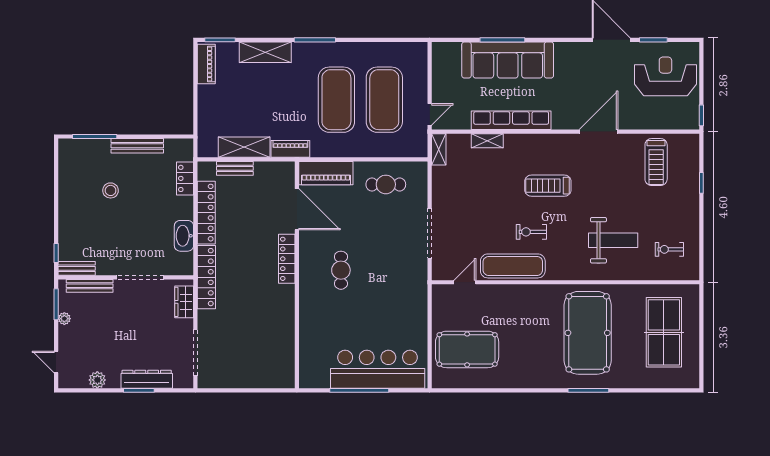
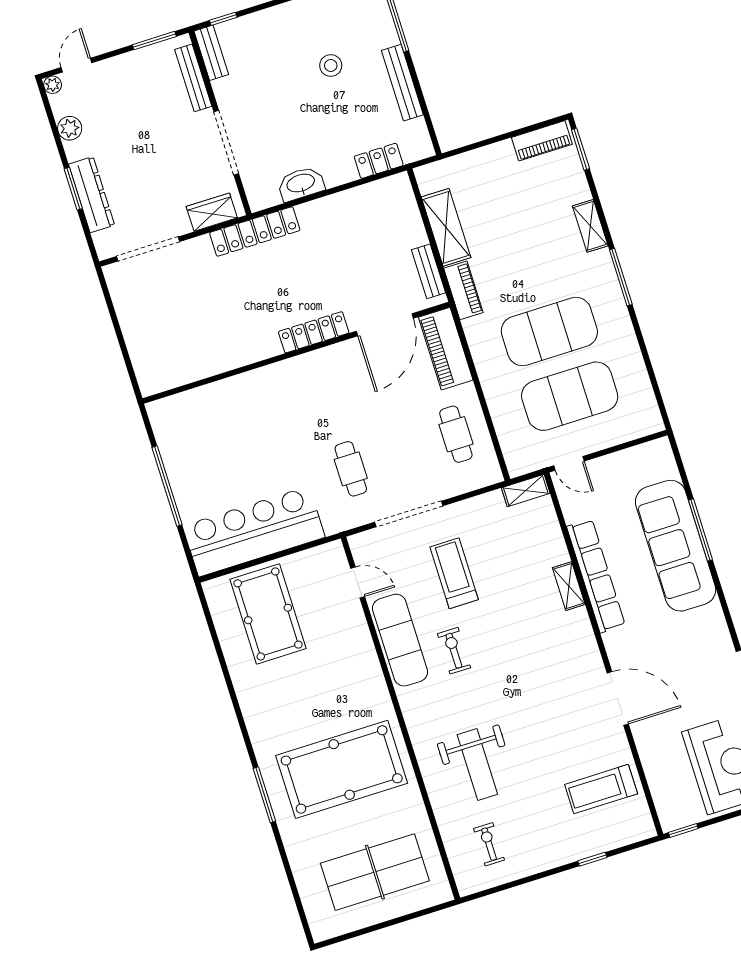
shelving: (265, 52) -> (590, 226), width x0.67, depth x0.75
shelving: (487, 141) -> (569, 586), moved
bench: (235, 168) -> (428, 271), moved
treadmill: (548, 186) -> (454, 573), moved
locker: (206, 213) -> (342, 204), removed
cafe table: (341, 270) -> (351, 469), moved, turned 90
plant: (64, 319) -> (53, 85), moved
bar counter: (378, 369) -> (254, 531), moved, turned -90

